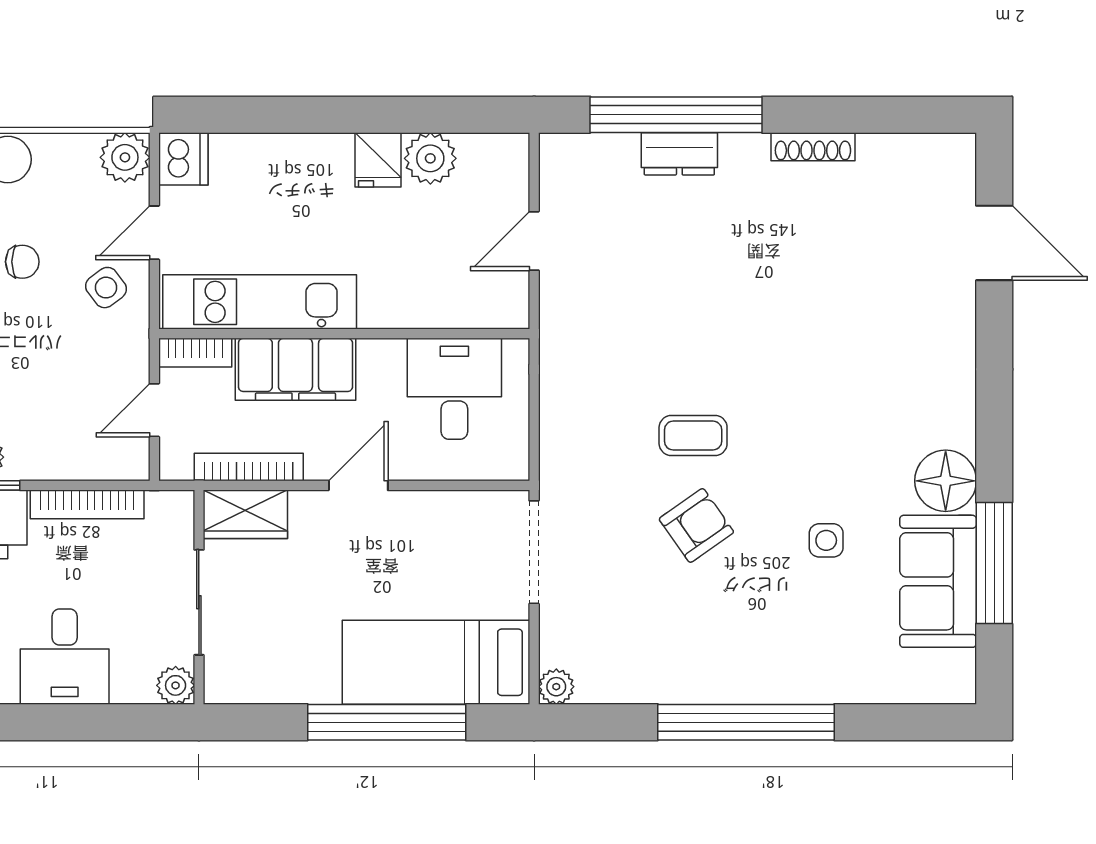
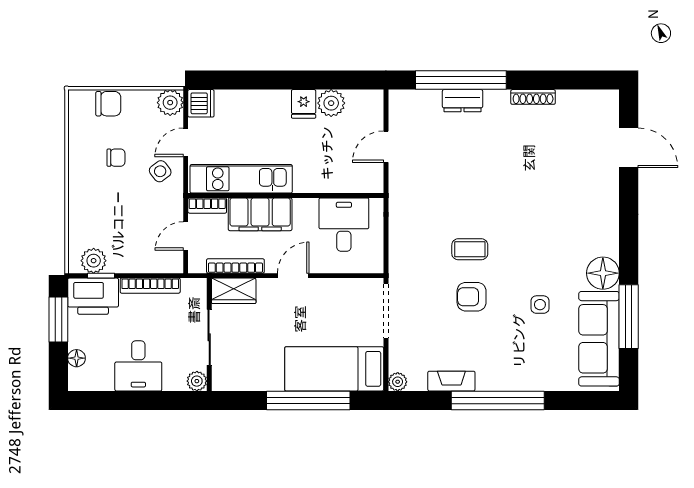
armchair: (696, 525) -> (472, 297), turned -145
sofa: (938, 581) -> (599, 339), width x1.36
fireplace: (658, 685) -> (451, 381), added

